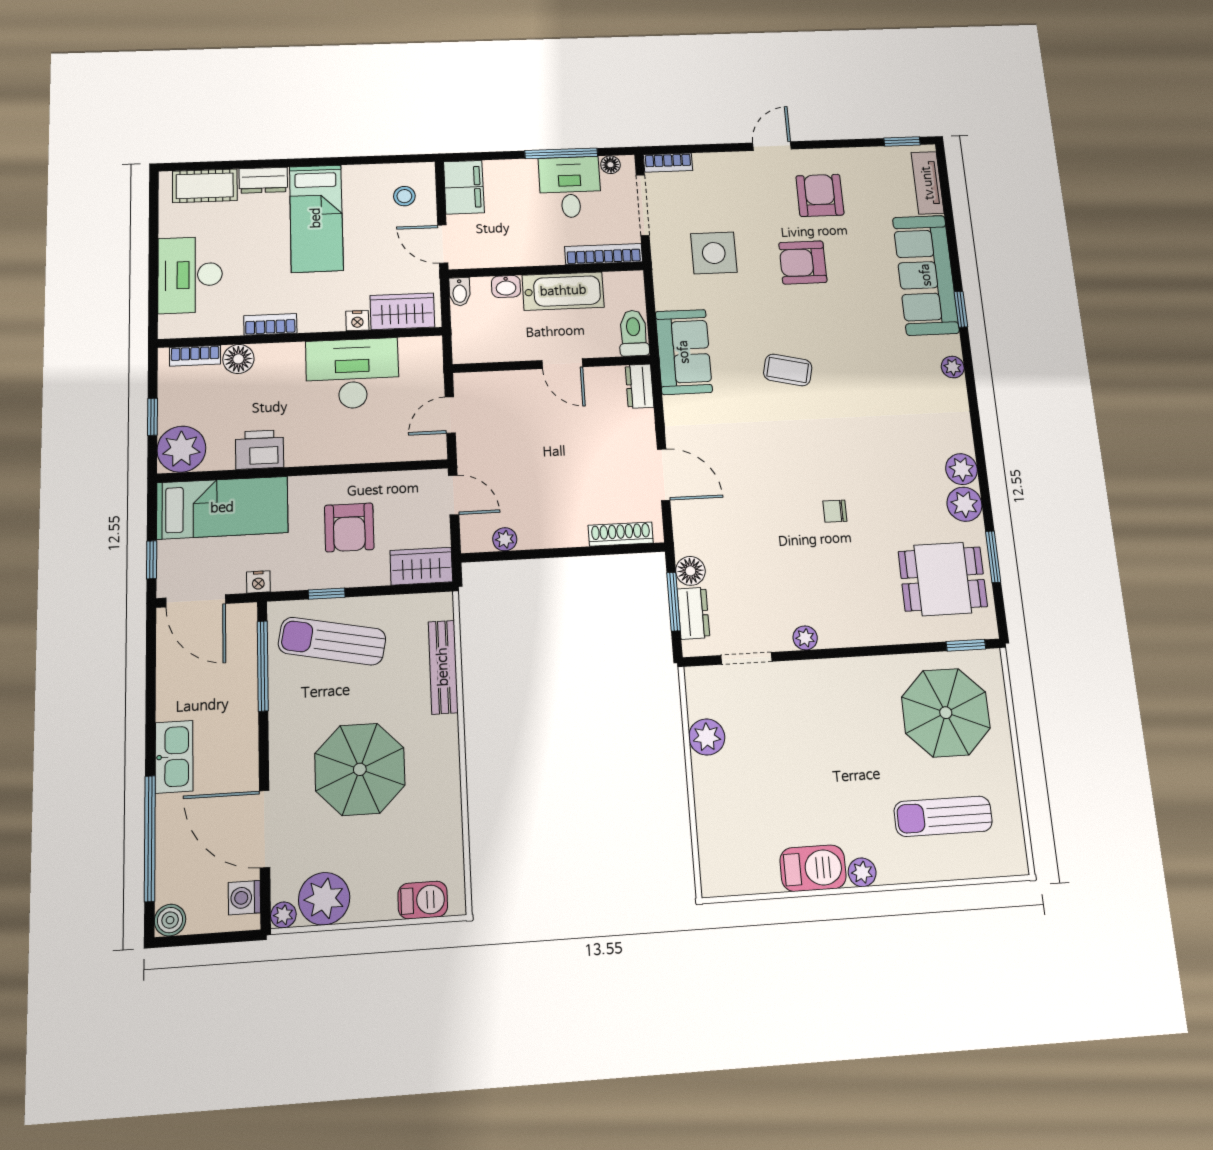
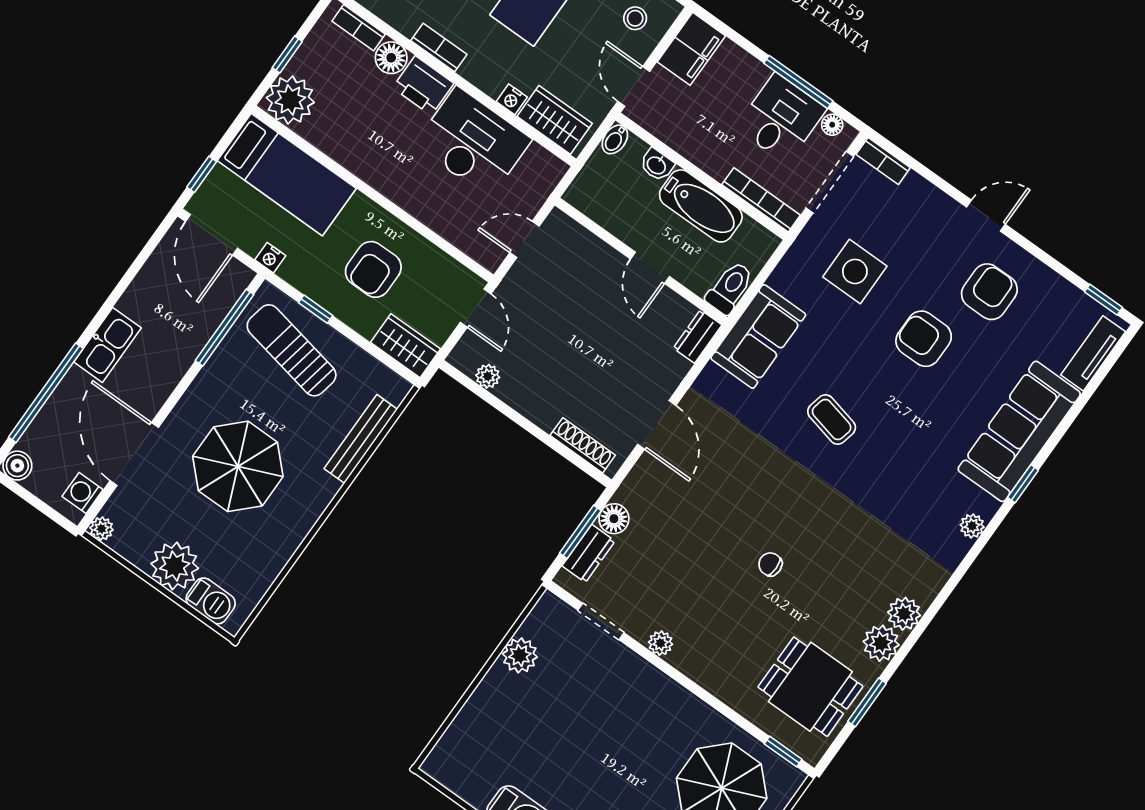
printer: (260, 450) -> (423, 85), moved, turned 180
plant: (324, 899) -> (175, 566), moved

